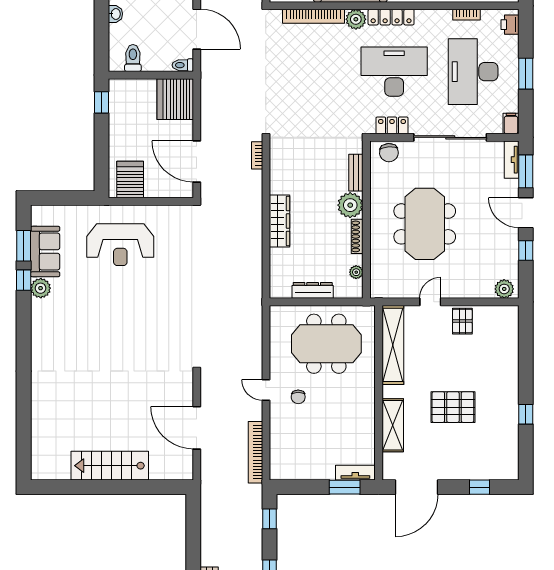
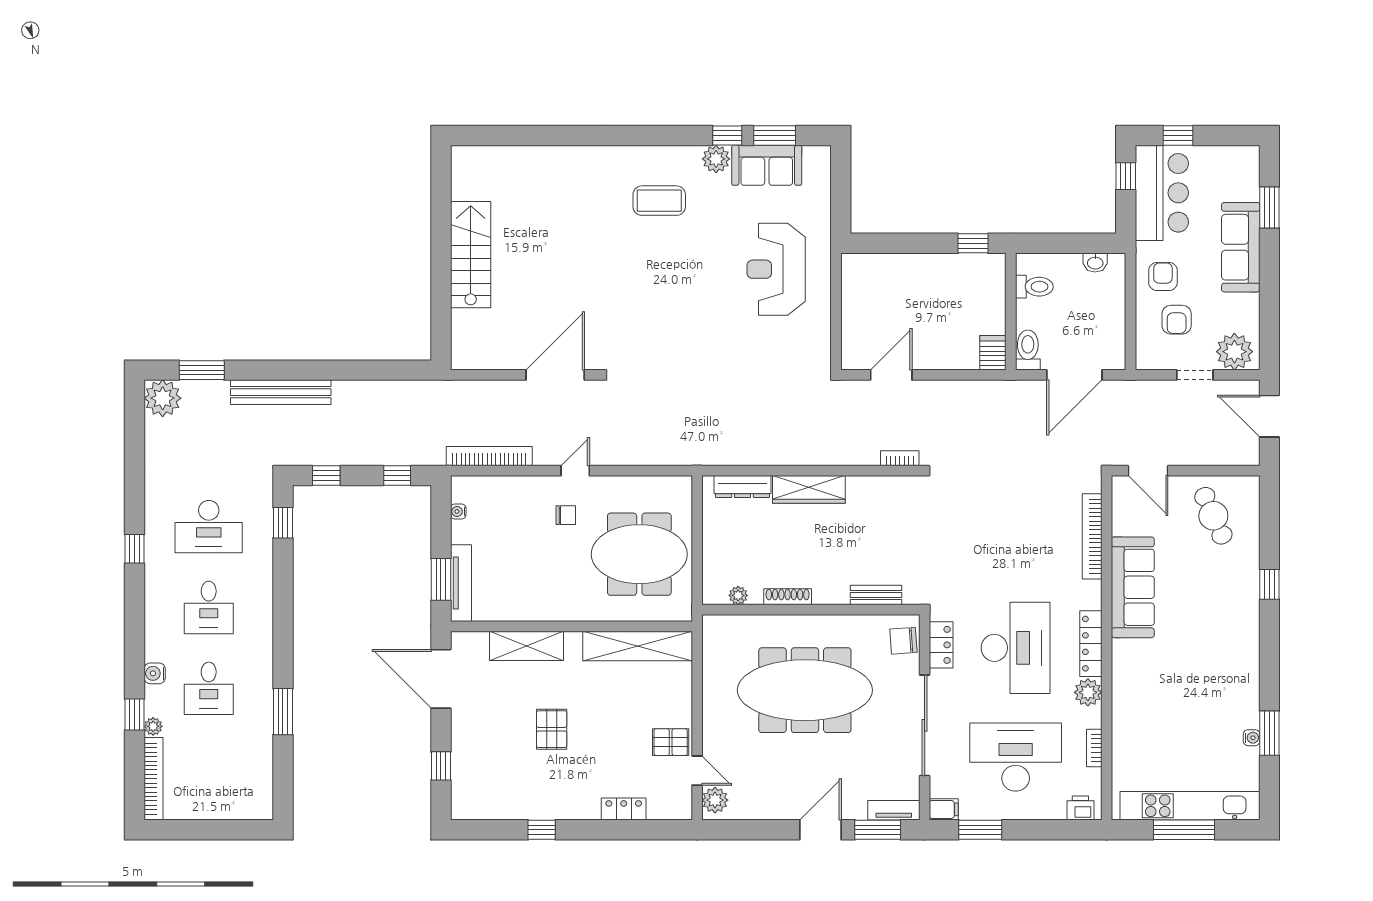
plant: (356, 19) -> (1088, 692), moved
toilet: (183, 65) -> (1028, 350), width x1.37, depth x1.39
window: (526, 74) -> (980, 830), moved
server rack: (175, 99) -> (993, 353), width x0.46, depth x0.70
door: (197, 162) -> (891, 375), width x0.73
server rack: (130, 180) -> (866, 283), removed
plant: (350, 205) -> (831, 587), removed
meeting table: (425, 224) -> (805, 690), width x1.36
window: (526, 250) -> (768, 830), removed
dresser: (313, 290) -> (742, 487), moved, turned 90
door: (430, 302) -> (697, 771), moved
coffee table: (71, 329) -> (659, 201), added
meeting table: (326, 344) -> (639, 554), turned 90
locker: (511, 355) -> (624, 809), added
chair: (298, 397) -> (566, 515), turned 180
pallet: (453, 407) -> (552, 729), width x0.67, depth x0.71
door: (197, 428) -> (555, 375), moved
tv unit: (355, 473) -> (461, 583), width x1.41
water cooler: (296, 475) -> (458, 511), added

